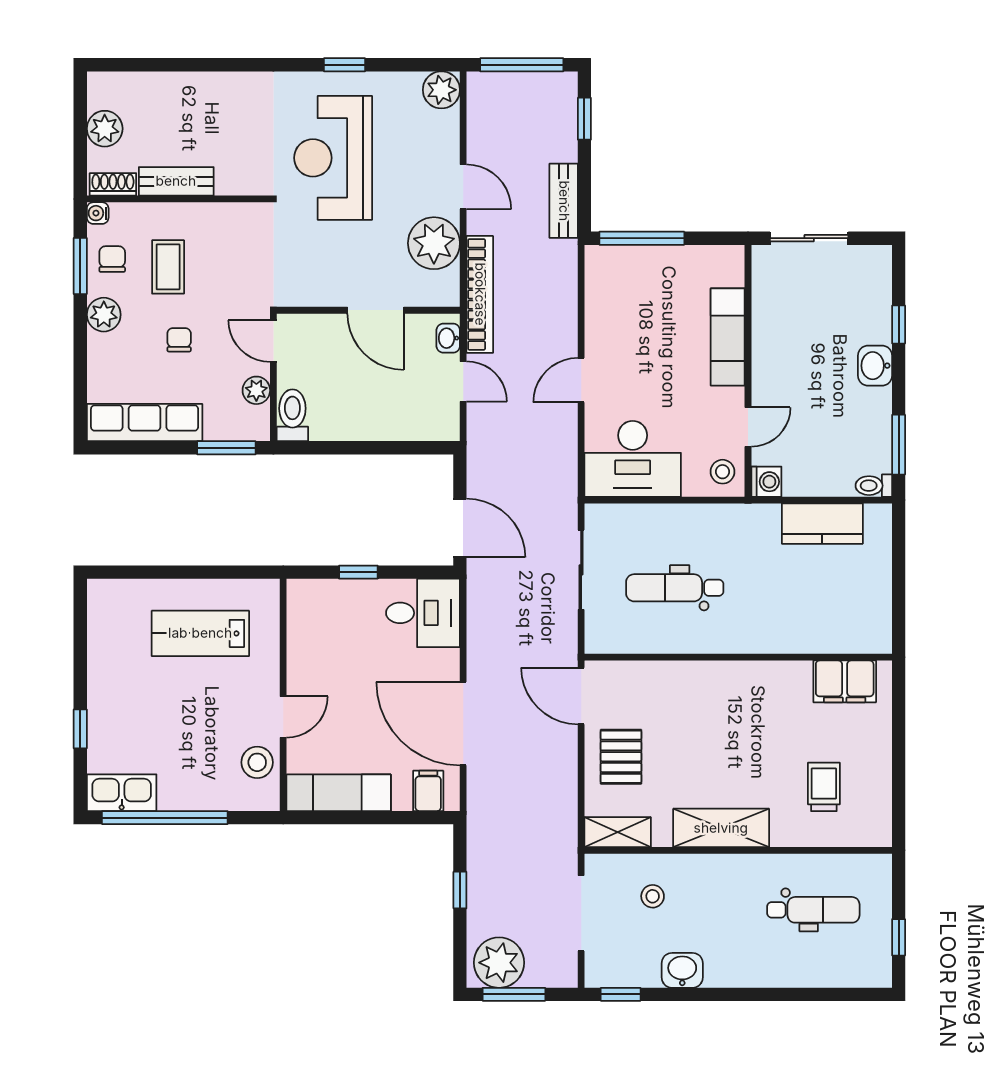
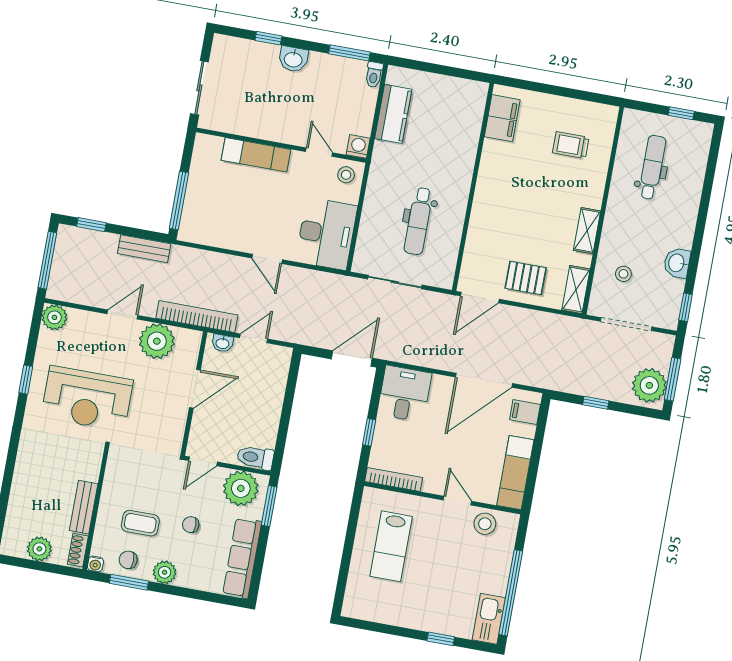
plant: (256, 390) -> (241, 488), width x1.88, depth x1.88
bookcase: (297, 620) -> (394, 479), added
shelving: (721, 828) -> (587, 231), width x0.67, depth x0.75

